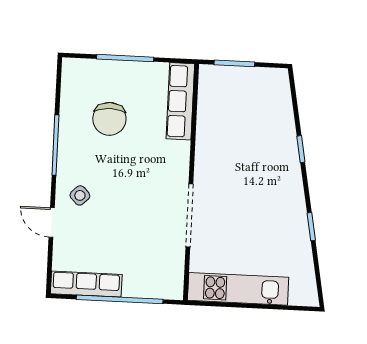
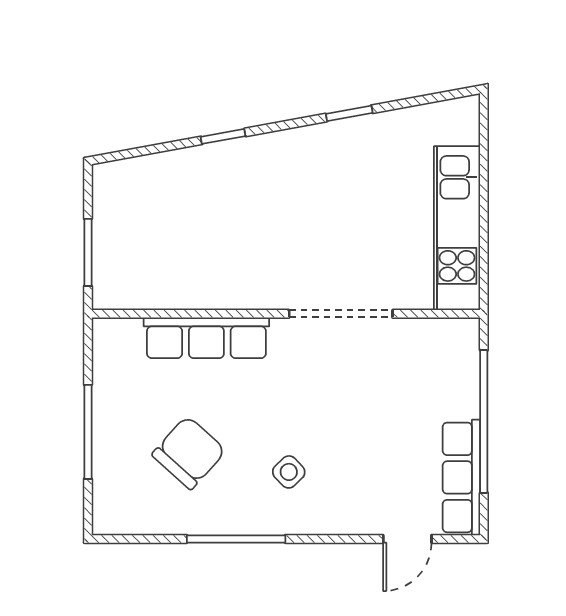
row of seats: (180, 101) -> (206, 338), moved
chair: (109, 119) -> (189, 453), turned -48
side table: (80, 195) -> (289, 472), moved
door: (52, 222) -> (407, 539), moved

